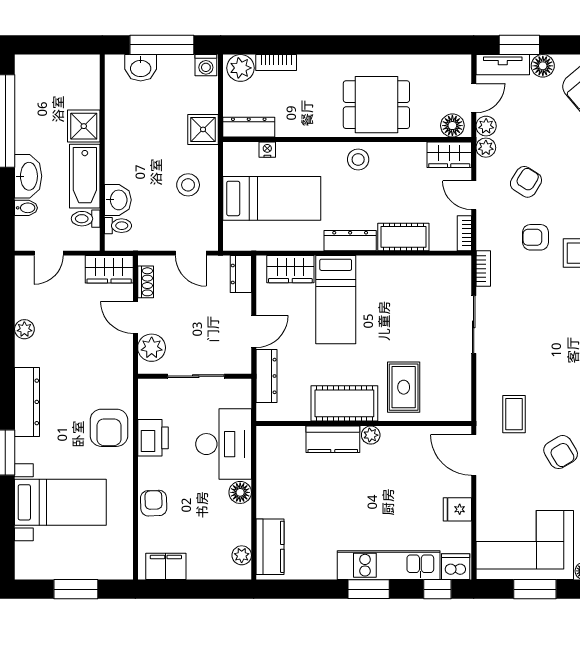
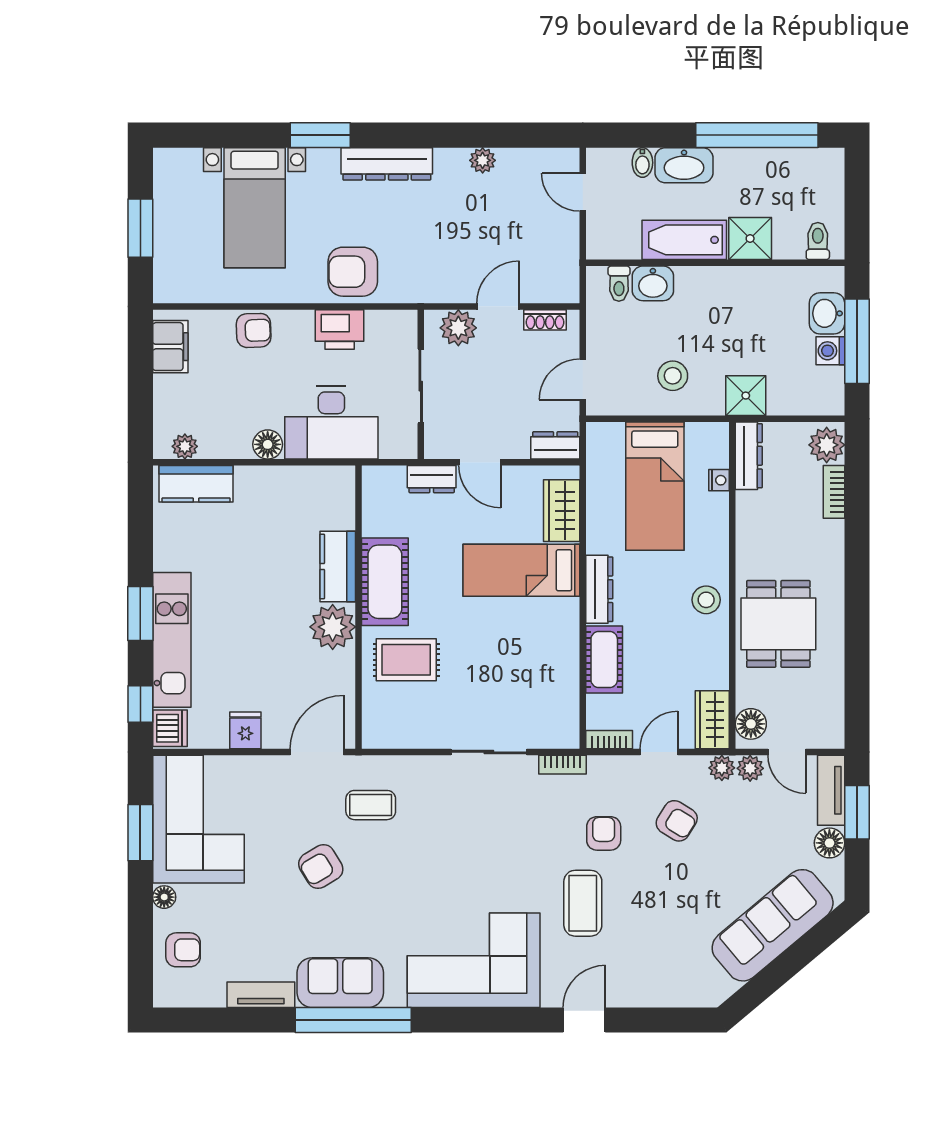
washing machine: (206, 65) -> (830, 351), moved
toilet: (86, 219) -> (818, 241), moved
wardrobe: (109, 269) -> (561, 272), removed
dresser: (266, 376) -> (432, 479), width x0.70
plant: (371, 435) -> (333, 627), width x1.87, depth x1.87

